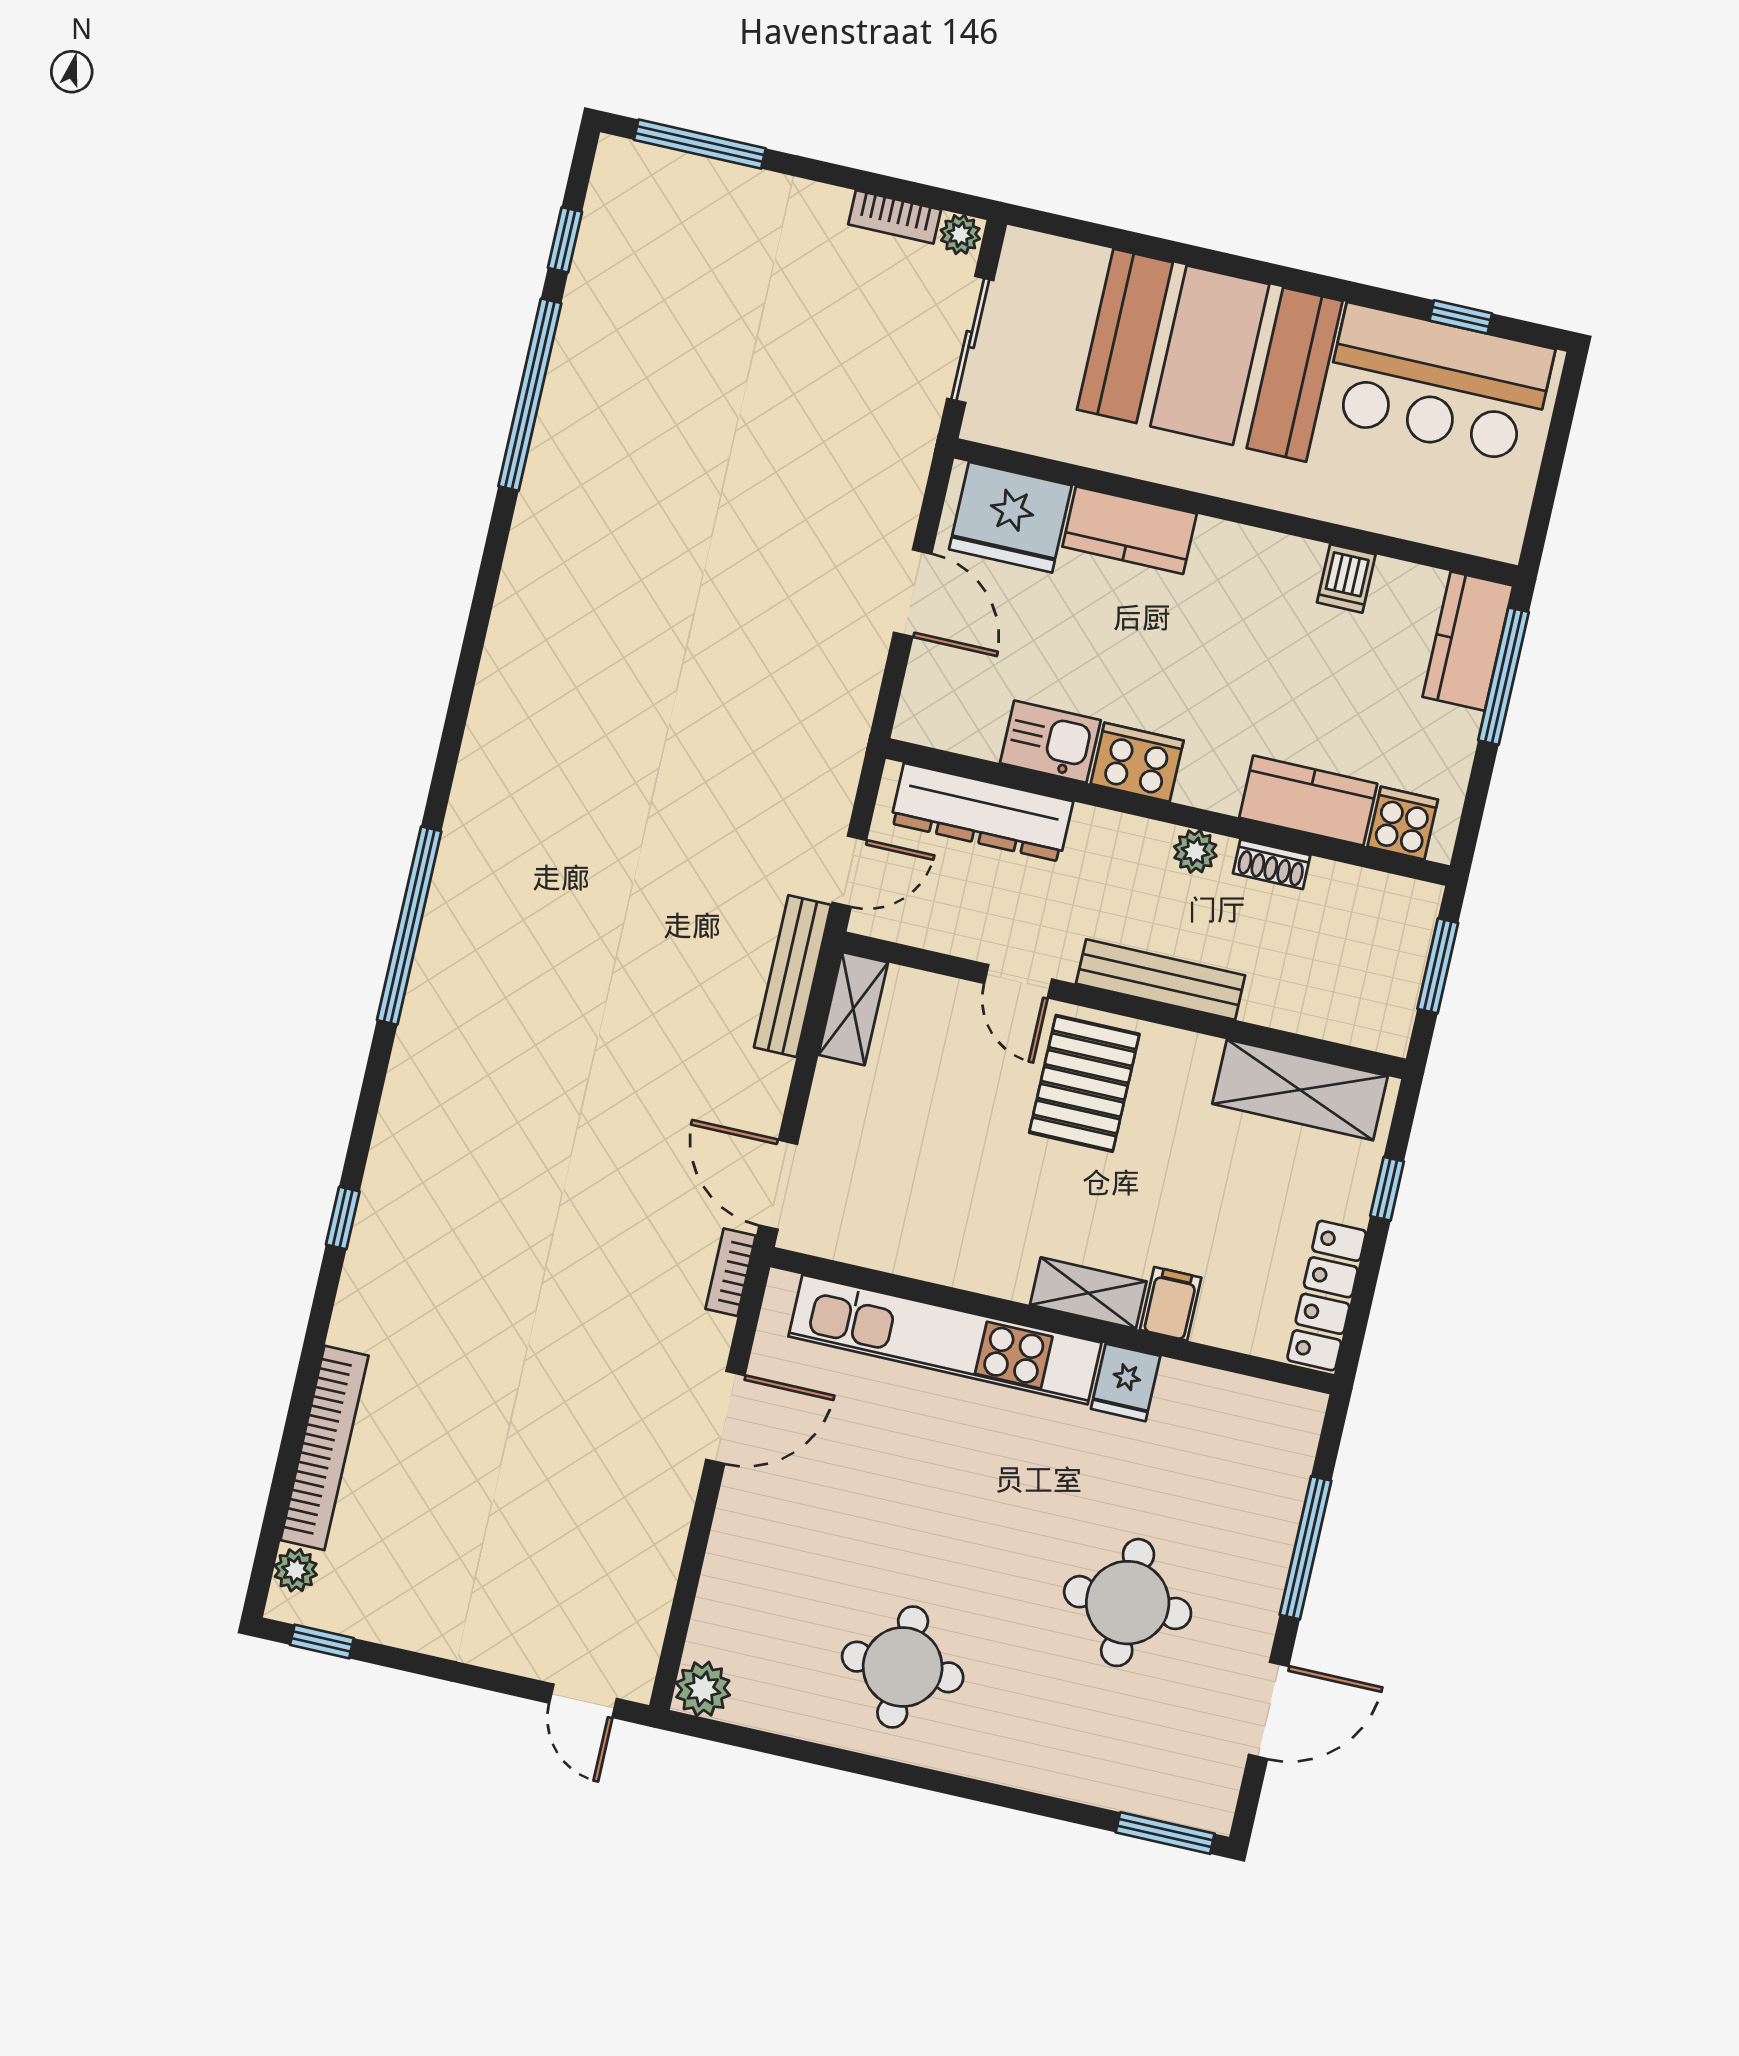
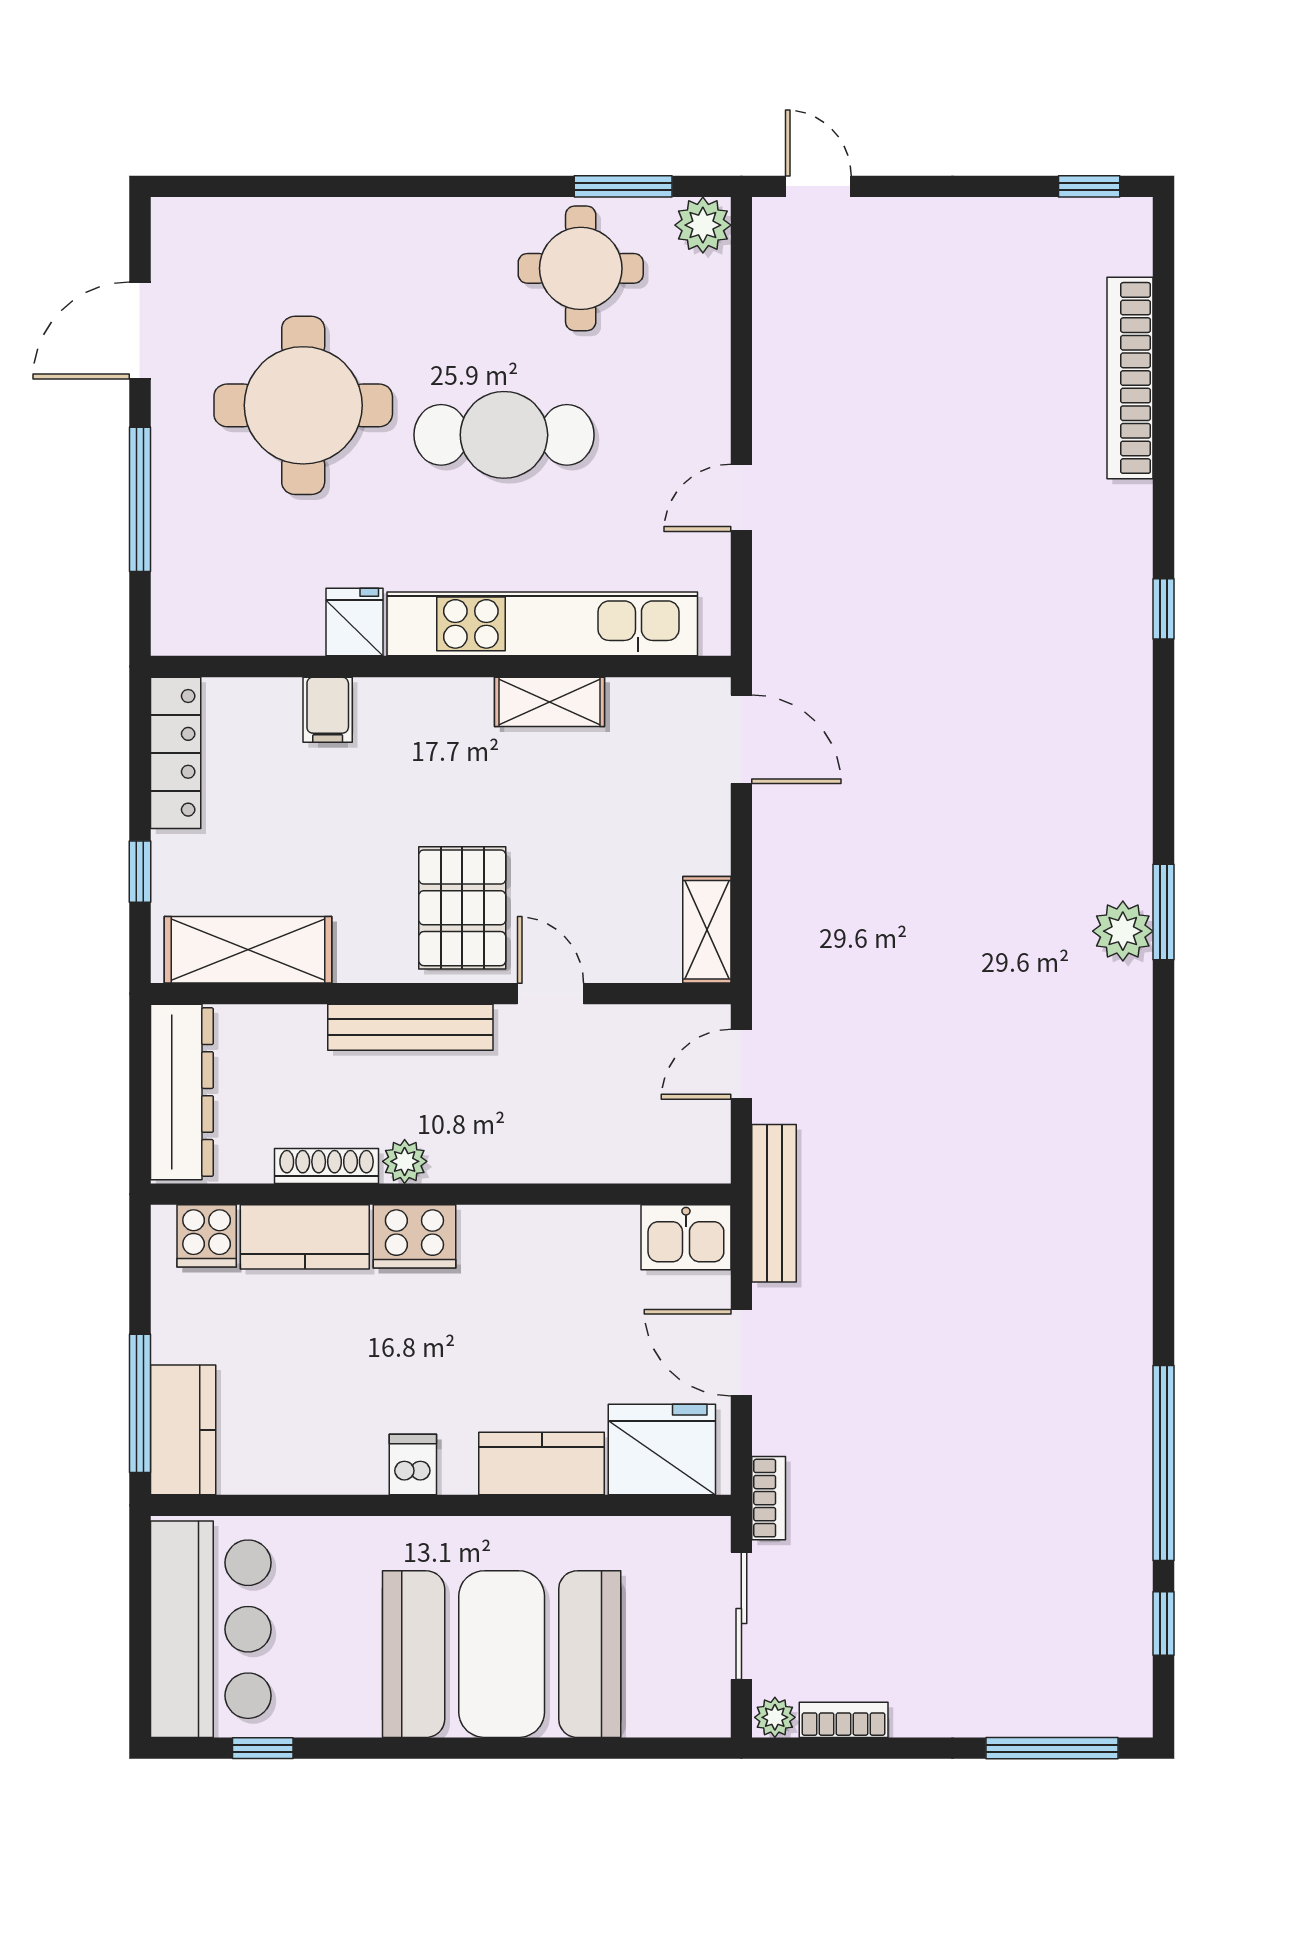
bar counter: (1438, 384) -> (211, 1629), moved, turned 90
dishwasher: (1346, 578) -> (413, 1465), moved
kitchen sink: (1050, 742) -> (686, 1237), moved
cooker: (1137, 762) -> (414, 1236), moved
dresser: (982, 812) -> (182, 1092), moved, turned 90
shoe rack: (1272, 864) -> (327, 1166), width x1.43
window: (409, 926) -> (1164, 912), width x0.47
window: (1438, 966) -> (140, 1103), removed
bench: (793, 976) -> (774, 1203), moved
bookcase: (731, 1272) -> (769, 1498), moved
shelving: (1088, 1293) -> (550, 702), moved
door: (725, 1417) -> (741, 498), width x0.73
cafe table: (940, 1530) -> (504, 435), added
plant: (296, 1570) -> (1123, 931), moved, width x1.38, depth x1.38
round table: (1128, 1603) -> (303, 405), width x1.36, depth x1.36
round table: (903, 1667) -> (581, 268), moved
window: (1165, 1833) -> (623, 186), moved

